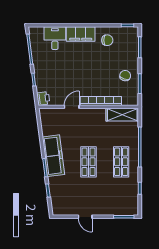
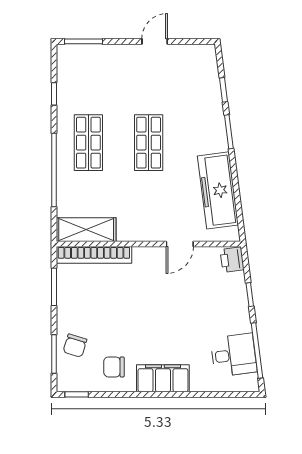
desk: (55, 38) -> (234, 355), moved, turned -97
chair: (125, 76) -> (75, 346), moved
bookcase: (101, 101) -> (94, 255), moved
freezer: (53, 156) -> (218, 190), moved
door: (85, 217) -> (155, 41), hinge flipped

